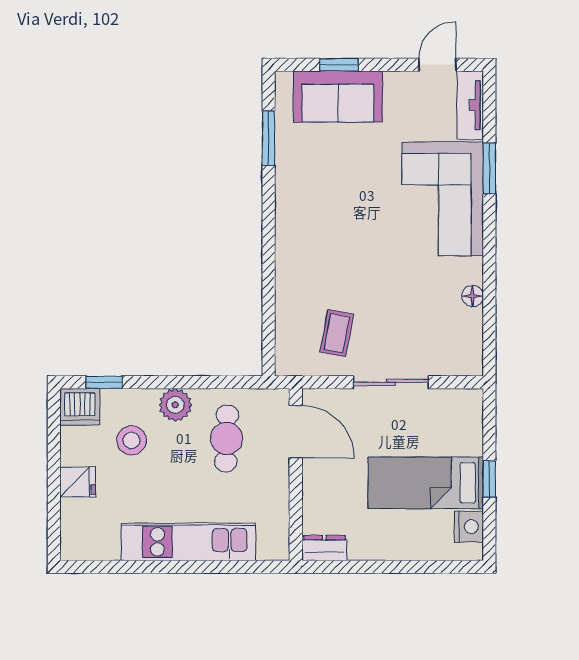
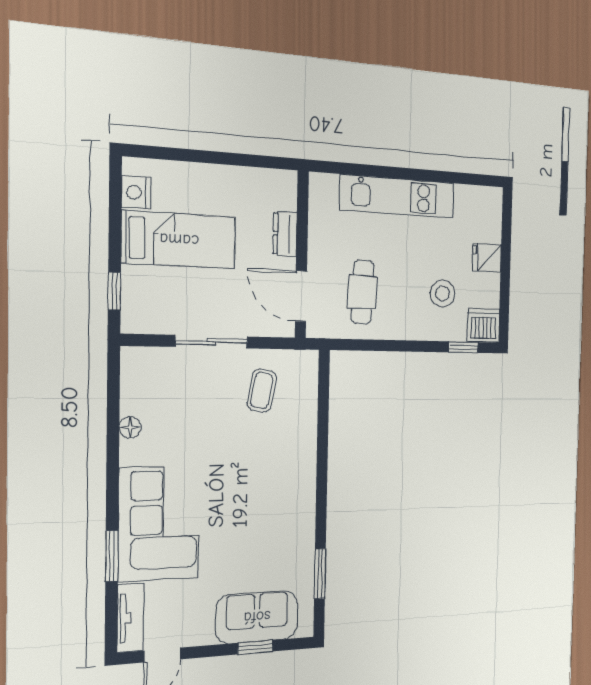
plant: (175, 405) -> (405, 325), removed
window: (489, 479) -> (114, 291), moved
dresser: (324, 548) -> (285, 234), moved, turned 90

